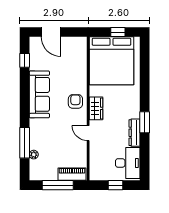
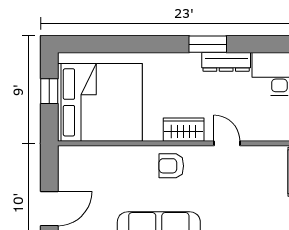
door: (88, 133) -> (227, 143), swing flipped

